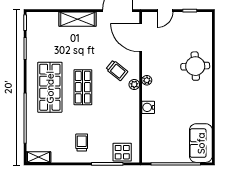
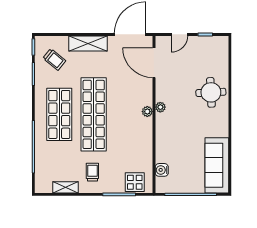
trolley: (117, 70) -> (54, 59), moved
shop shelf: (83, 87) -> (94, 114), width x2.00, depth x1.36
water cooler: (148, 107) -> (162, 170), moved
sofa: (201, 143) -> (217, 165), width x1.36
shelving: (38, 157) -> (65, 187), moved

